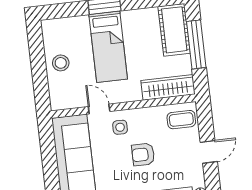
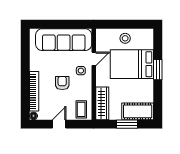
window: (196, 44) -> (127, 124), width x0.69
bed: (108, 47) -> (132, 64), width x1.50
door: (209, 152) -> (59, 124), swing flipped

